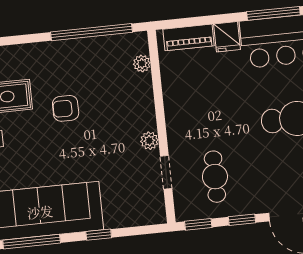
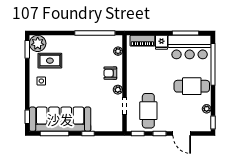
armchair: (66, 108) -> (110, 73), moved
cafe table: (215, 177) -> (148, 111), width x1.37, depth x1.35

